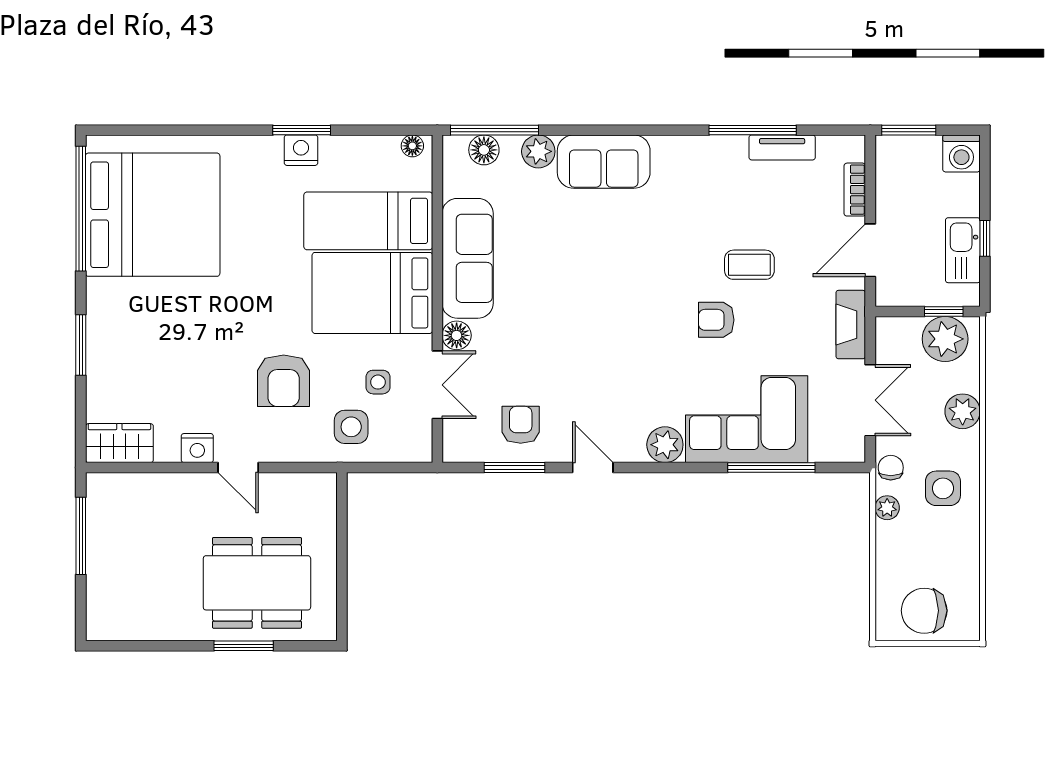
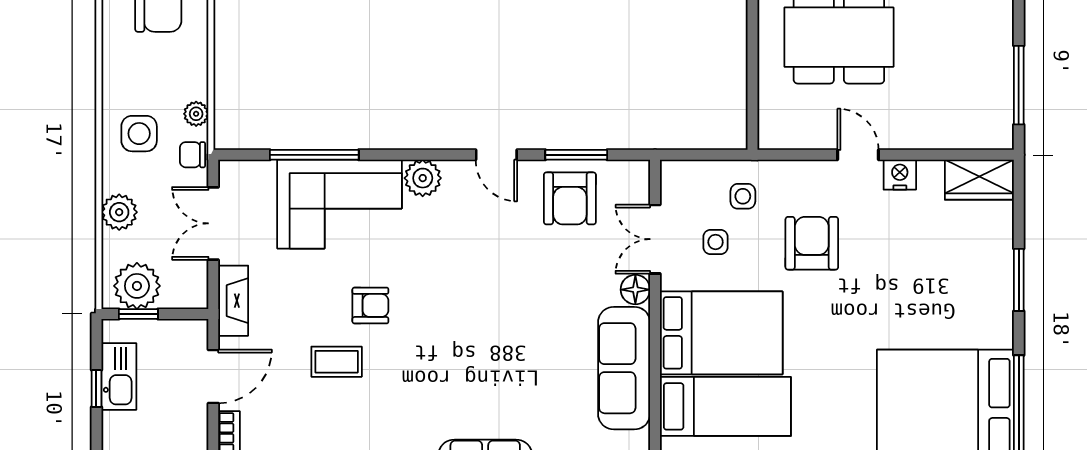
armchair: (521, 425) -> (570, 198), width x1.38, depth x1.38
side table: (351, 427) -> (743, 196), width x0.73, depth x0.73
chair: (891, 468) -> (192, 155), turned 90

